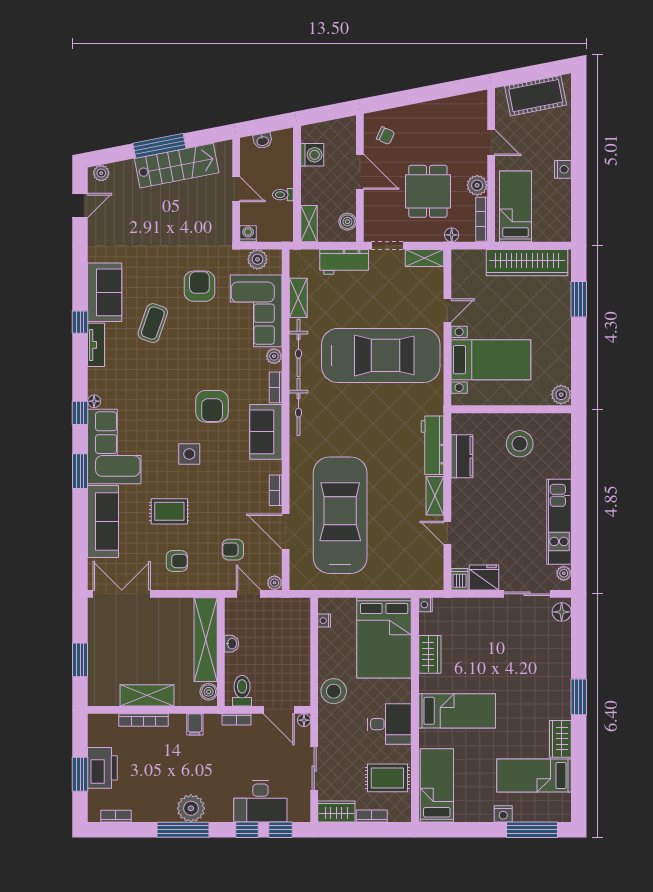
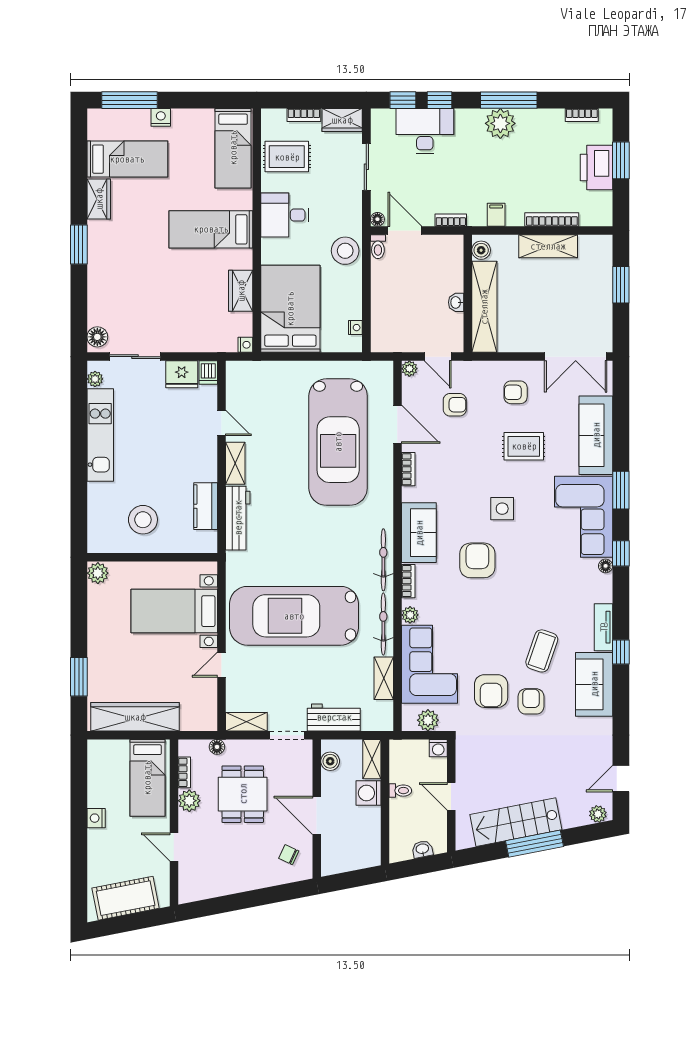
washing machine: (312, 155) -> (368, 793), moved
bookcase: (482, 219) -> (184, 772), width x0.64
armchair: (163, 277) -> (531, 701), added
toilet: (242, 691) -> (378, 247), moved, width x0.73, depth x0.72

